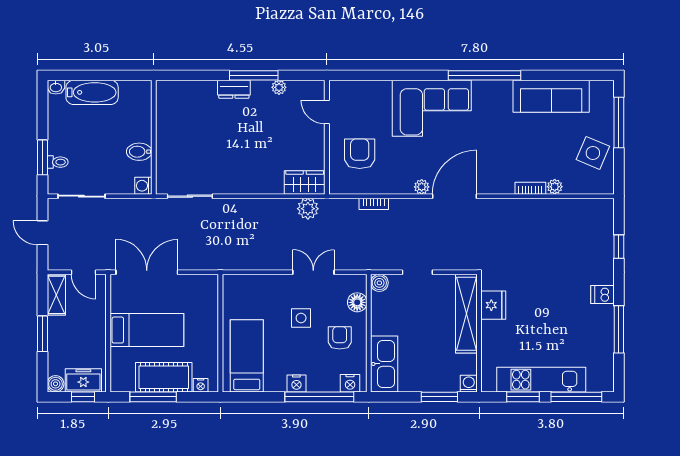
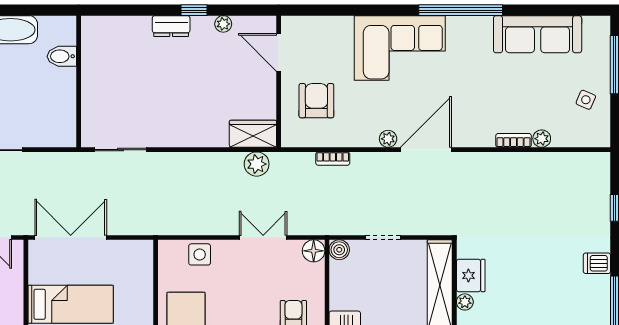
window: (254, 75) -> (194, 10), width x0.46
door: (327, 112) -> (279, 52), width x1.37
bidet: (139, 152) -> (62, 56), moved
side table: (593, 153) -> (586, 100), width x0.54, depth x0.54
washing machine: (143, 186) -> (67, 138), removed
floor lamp: (357, 302) -> (314, 251), moved
side table: (301, 318) -> (200, 254), moved
plant: (488, 328) -> (465, 302), added

